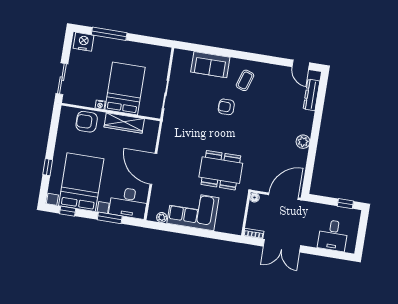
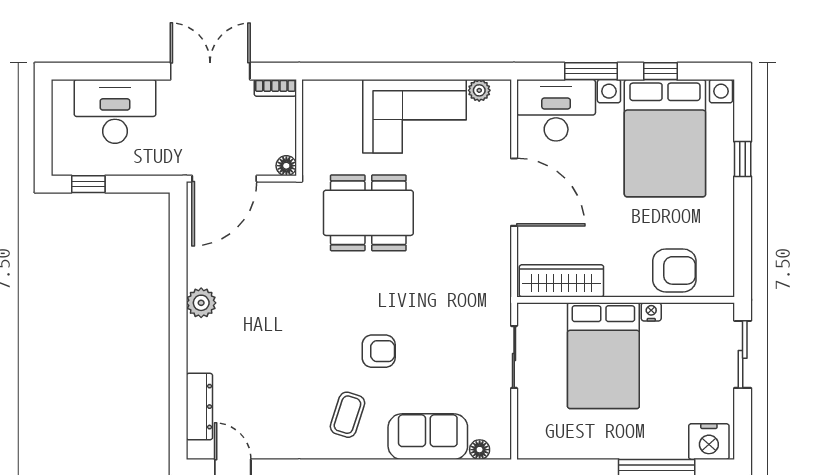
floor lamp: (188, 55) -> (480, 450), added
wardrobe: (124, 123) -> (561, 281), moved
window: (68, 211) -> (660, 71), moved
desk: (333, 235) -> (115, 111), width x1.37

